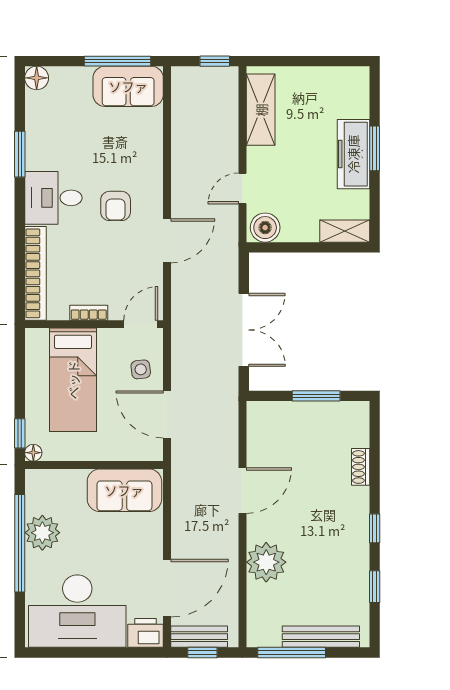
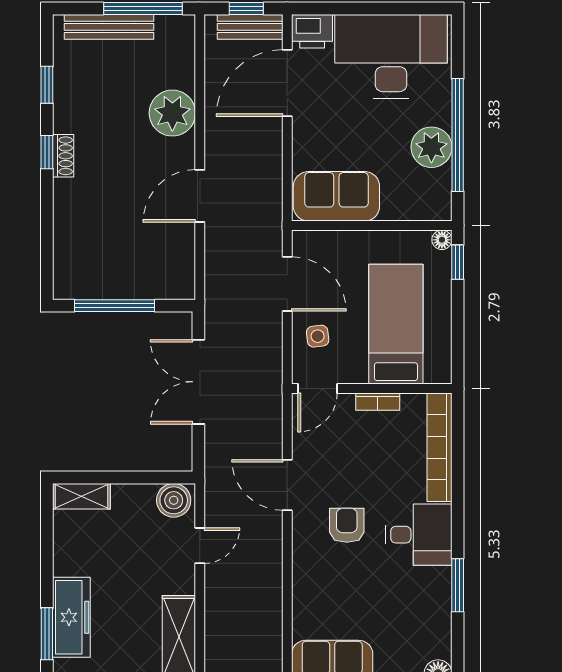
window: (375, 148) -> (47, 634), moved
freezer: (353, 154) -> (71, 617), moved
door: (167, 241) -> (287, 485), hinge flipped
window: (316, 396) -> (115, 306), width x1.44
shoe rack: (361, 467) -> (63, 156), moved

